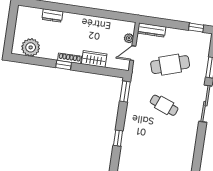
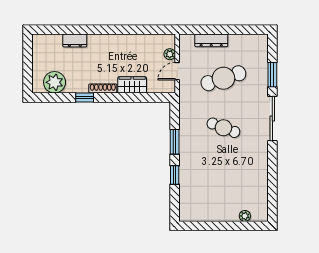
window: (196, 28) -> (248, 30), removed
dresser: (152, 30) -> (211, 40), moved
window: (64, 65) -> (85, 97), moved
window: (125, 91) -> (175, 142), moved

